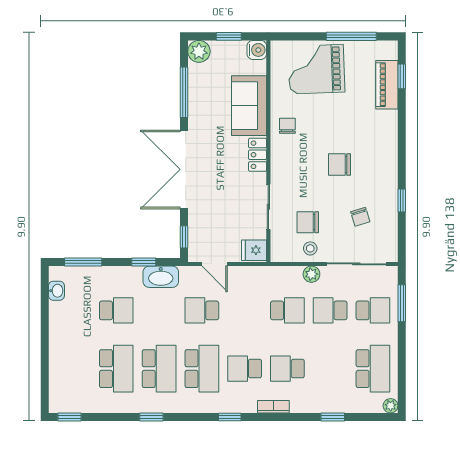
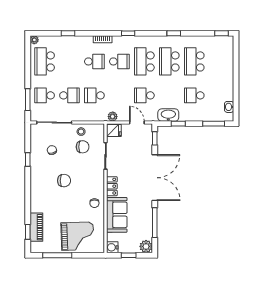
plant: (311, 274) -> (113, 117), moved
school desk: (202, 310) -> (144, 95), turned 180

